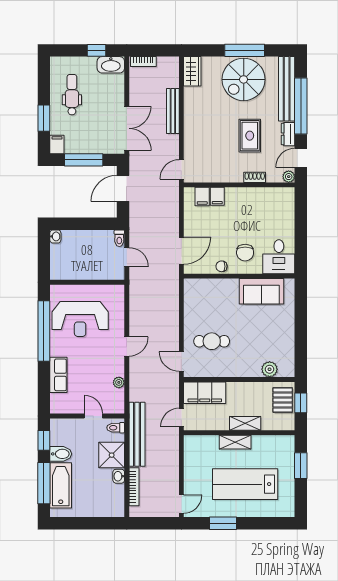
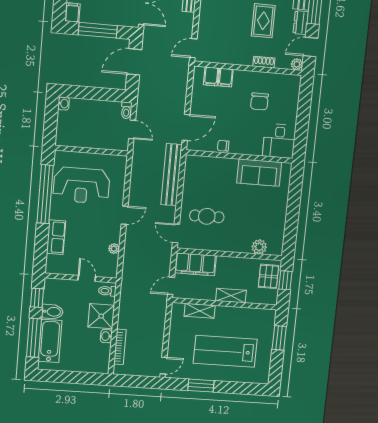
chair: (245, 253) -> (259, 101), moved
bench: (137, 434) -> (172, 175), moved
shelving: (235, 442) -> (200, 311), moved

